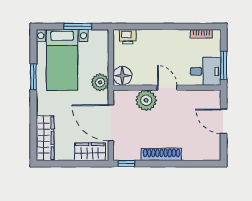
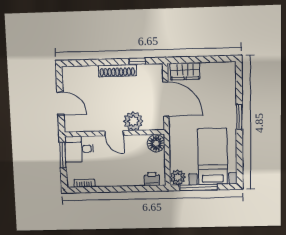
window: (78, 26) -> (198, 187), width x1.44
window: (33, 77) -> (239, 117), moved
plant: (100, 82) -> (178, 177), moved
wardrobe: (45, 138) -> (228, 83), removed
window: (126, 164) -> (137, 61), moved

